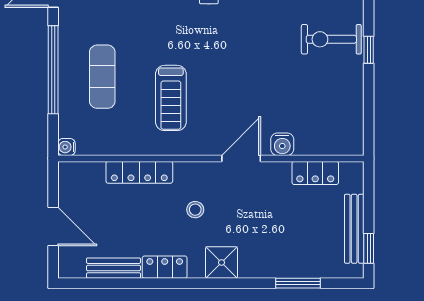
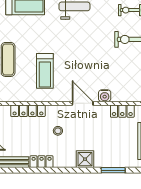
door: (241, 158) -> (83, 103), hinge flipped
shower: (221, 262) -> (85, 159), moved

